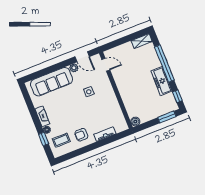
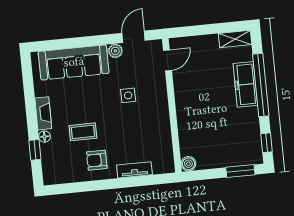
door: (82, 57) -> (134, 37), swing flipped
door: (106, 65) -> (167, 60), hinge flipped
freezer: (161, 81) -> (245, 84), moved
coffee table: (61, 140) -> (83, 132), moved

